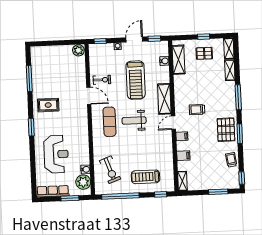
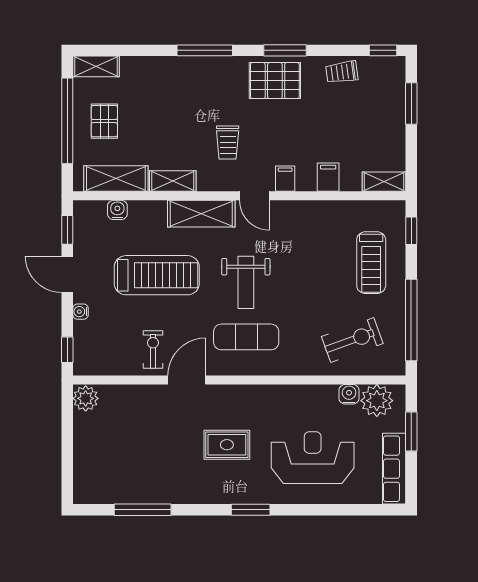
window: (204, 37) -> (67, 121), width x3.17
shelving: (230, 70) -> (173, 181), moved
rug: (48, 105) -> (227, 445), moved, turned 90

